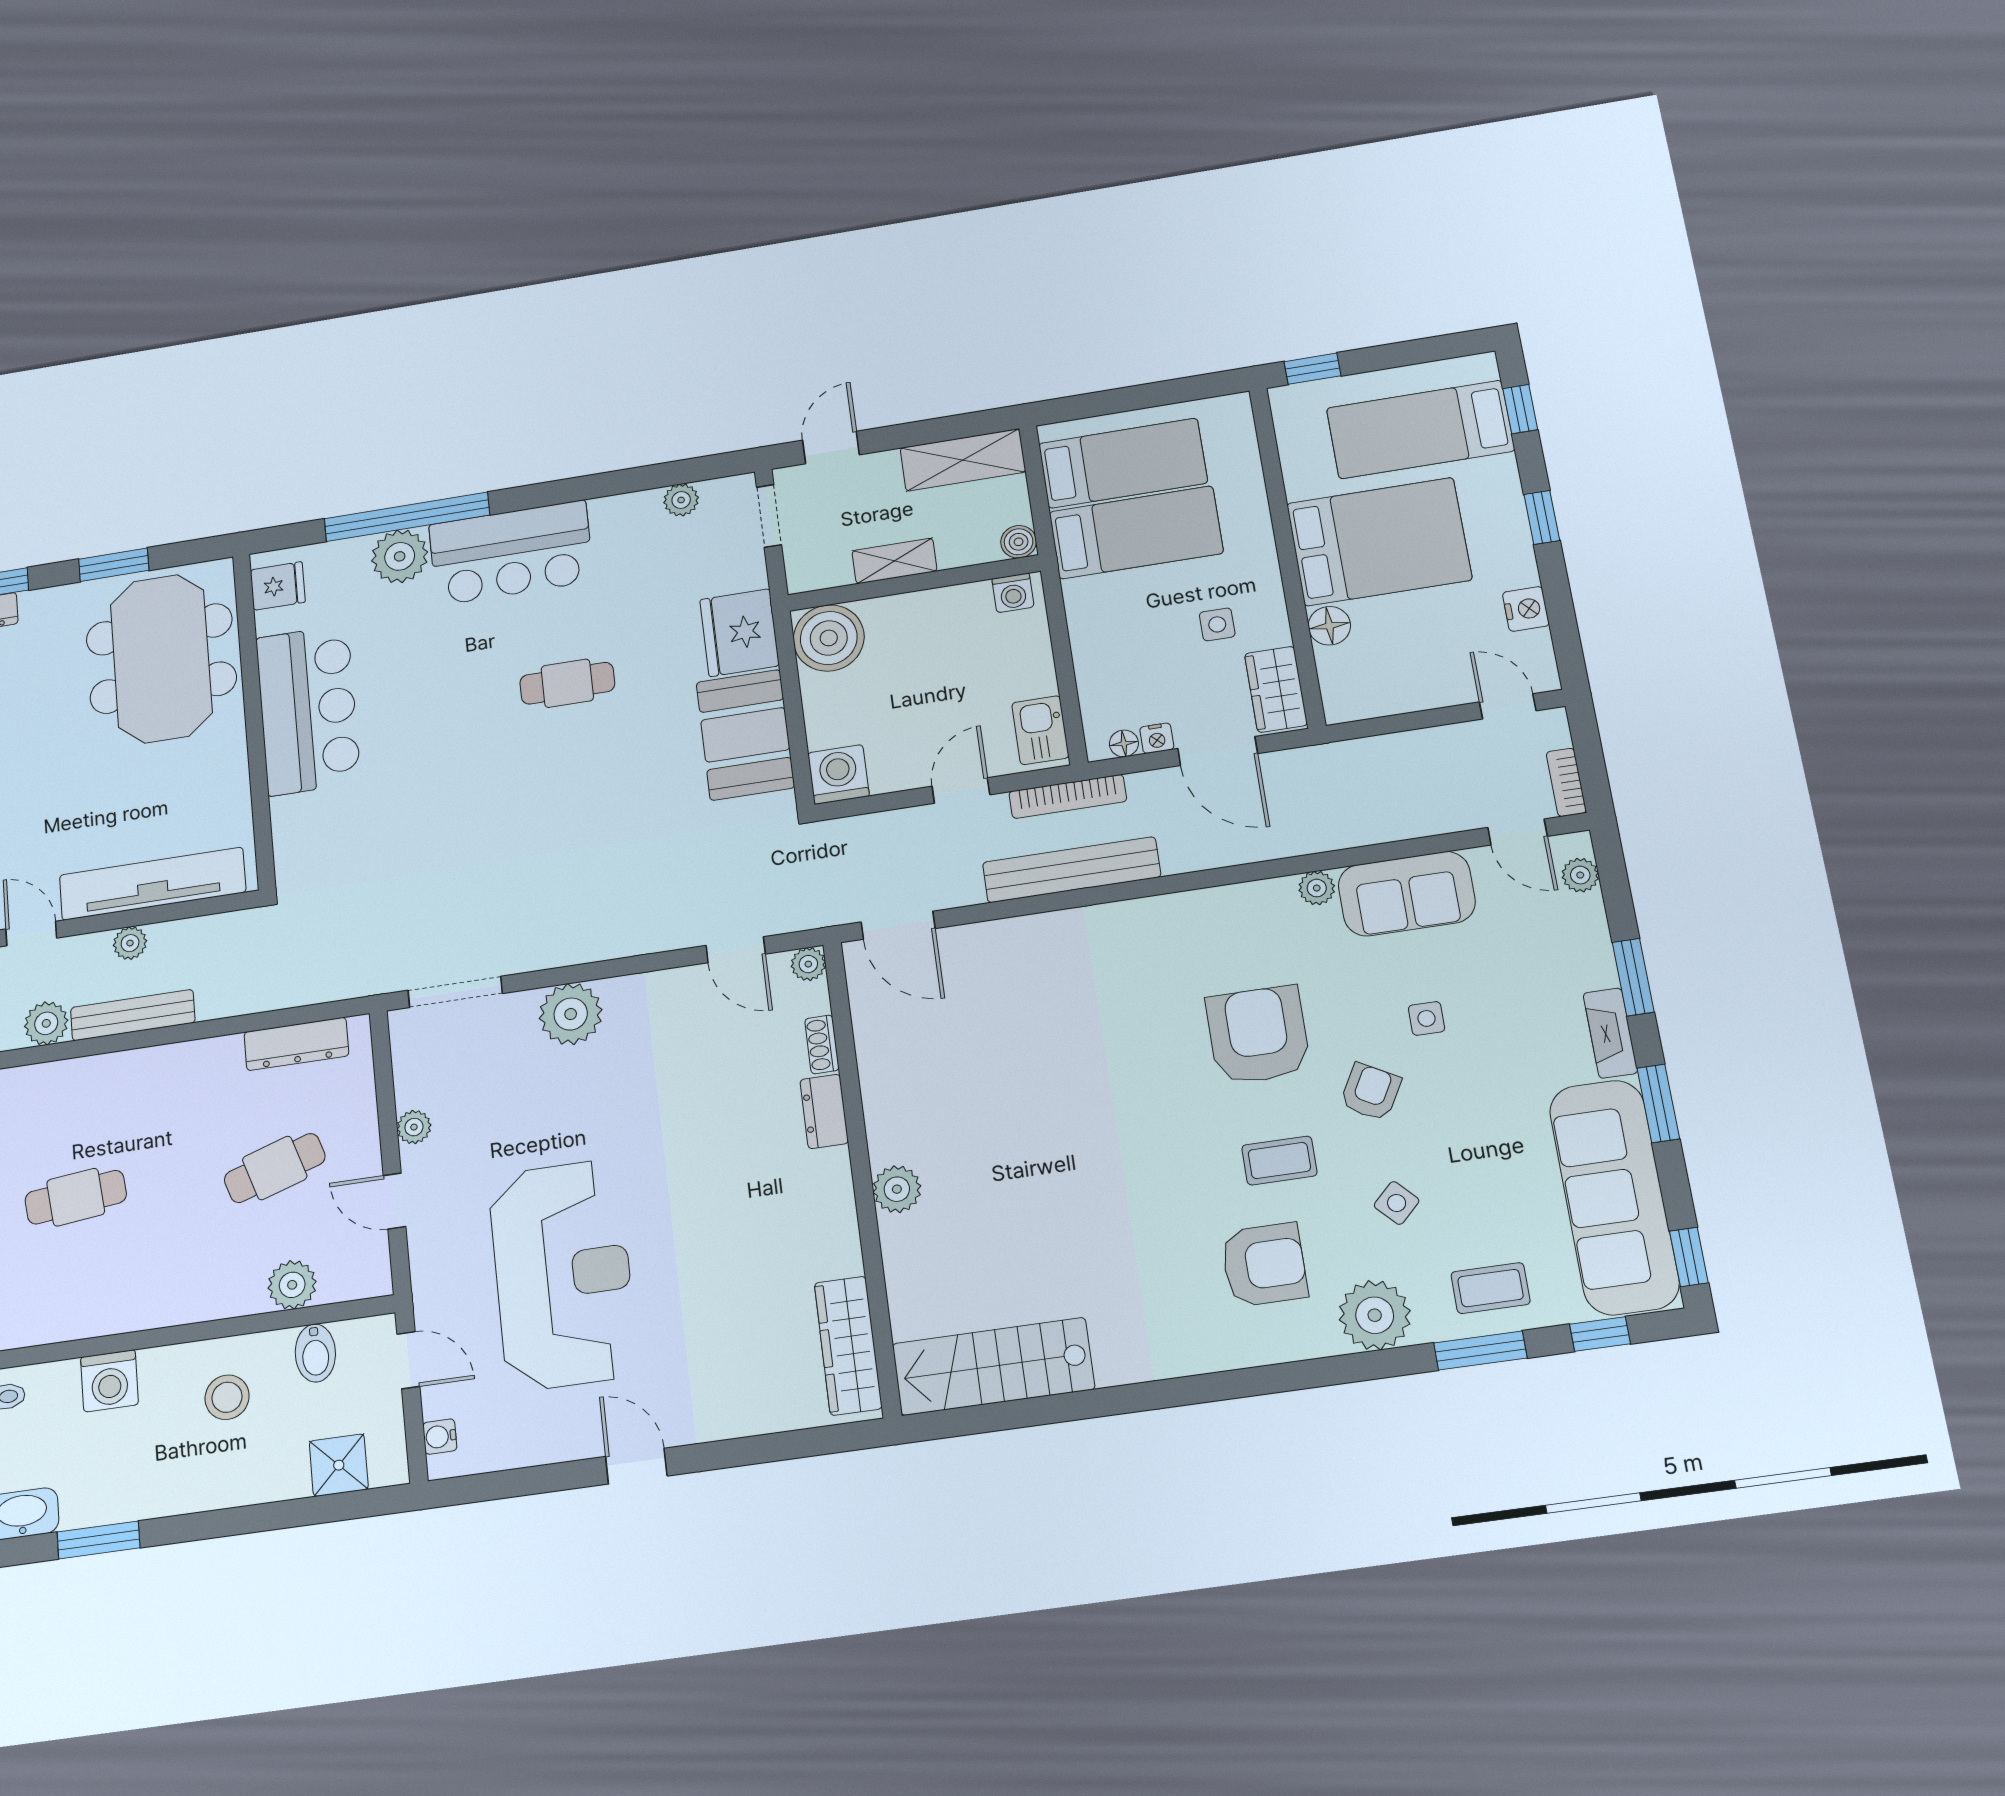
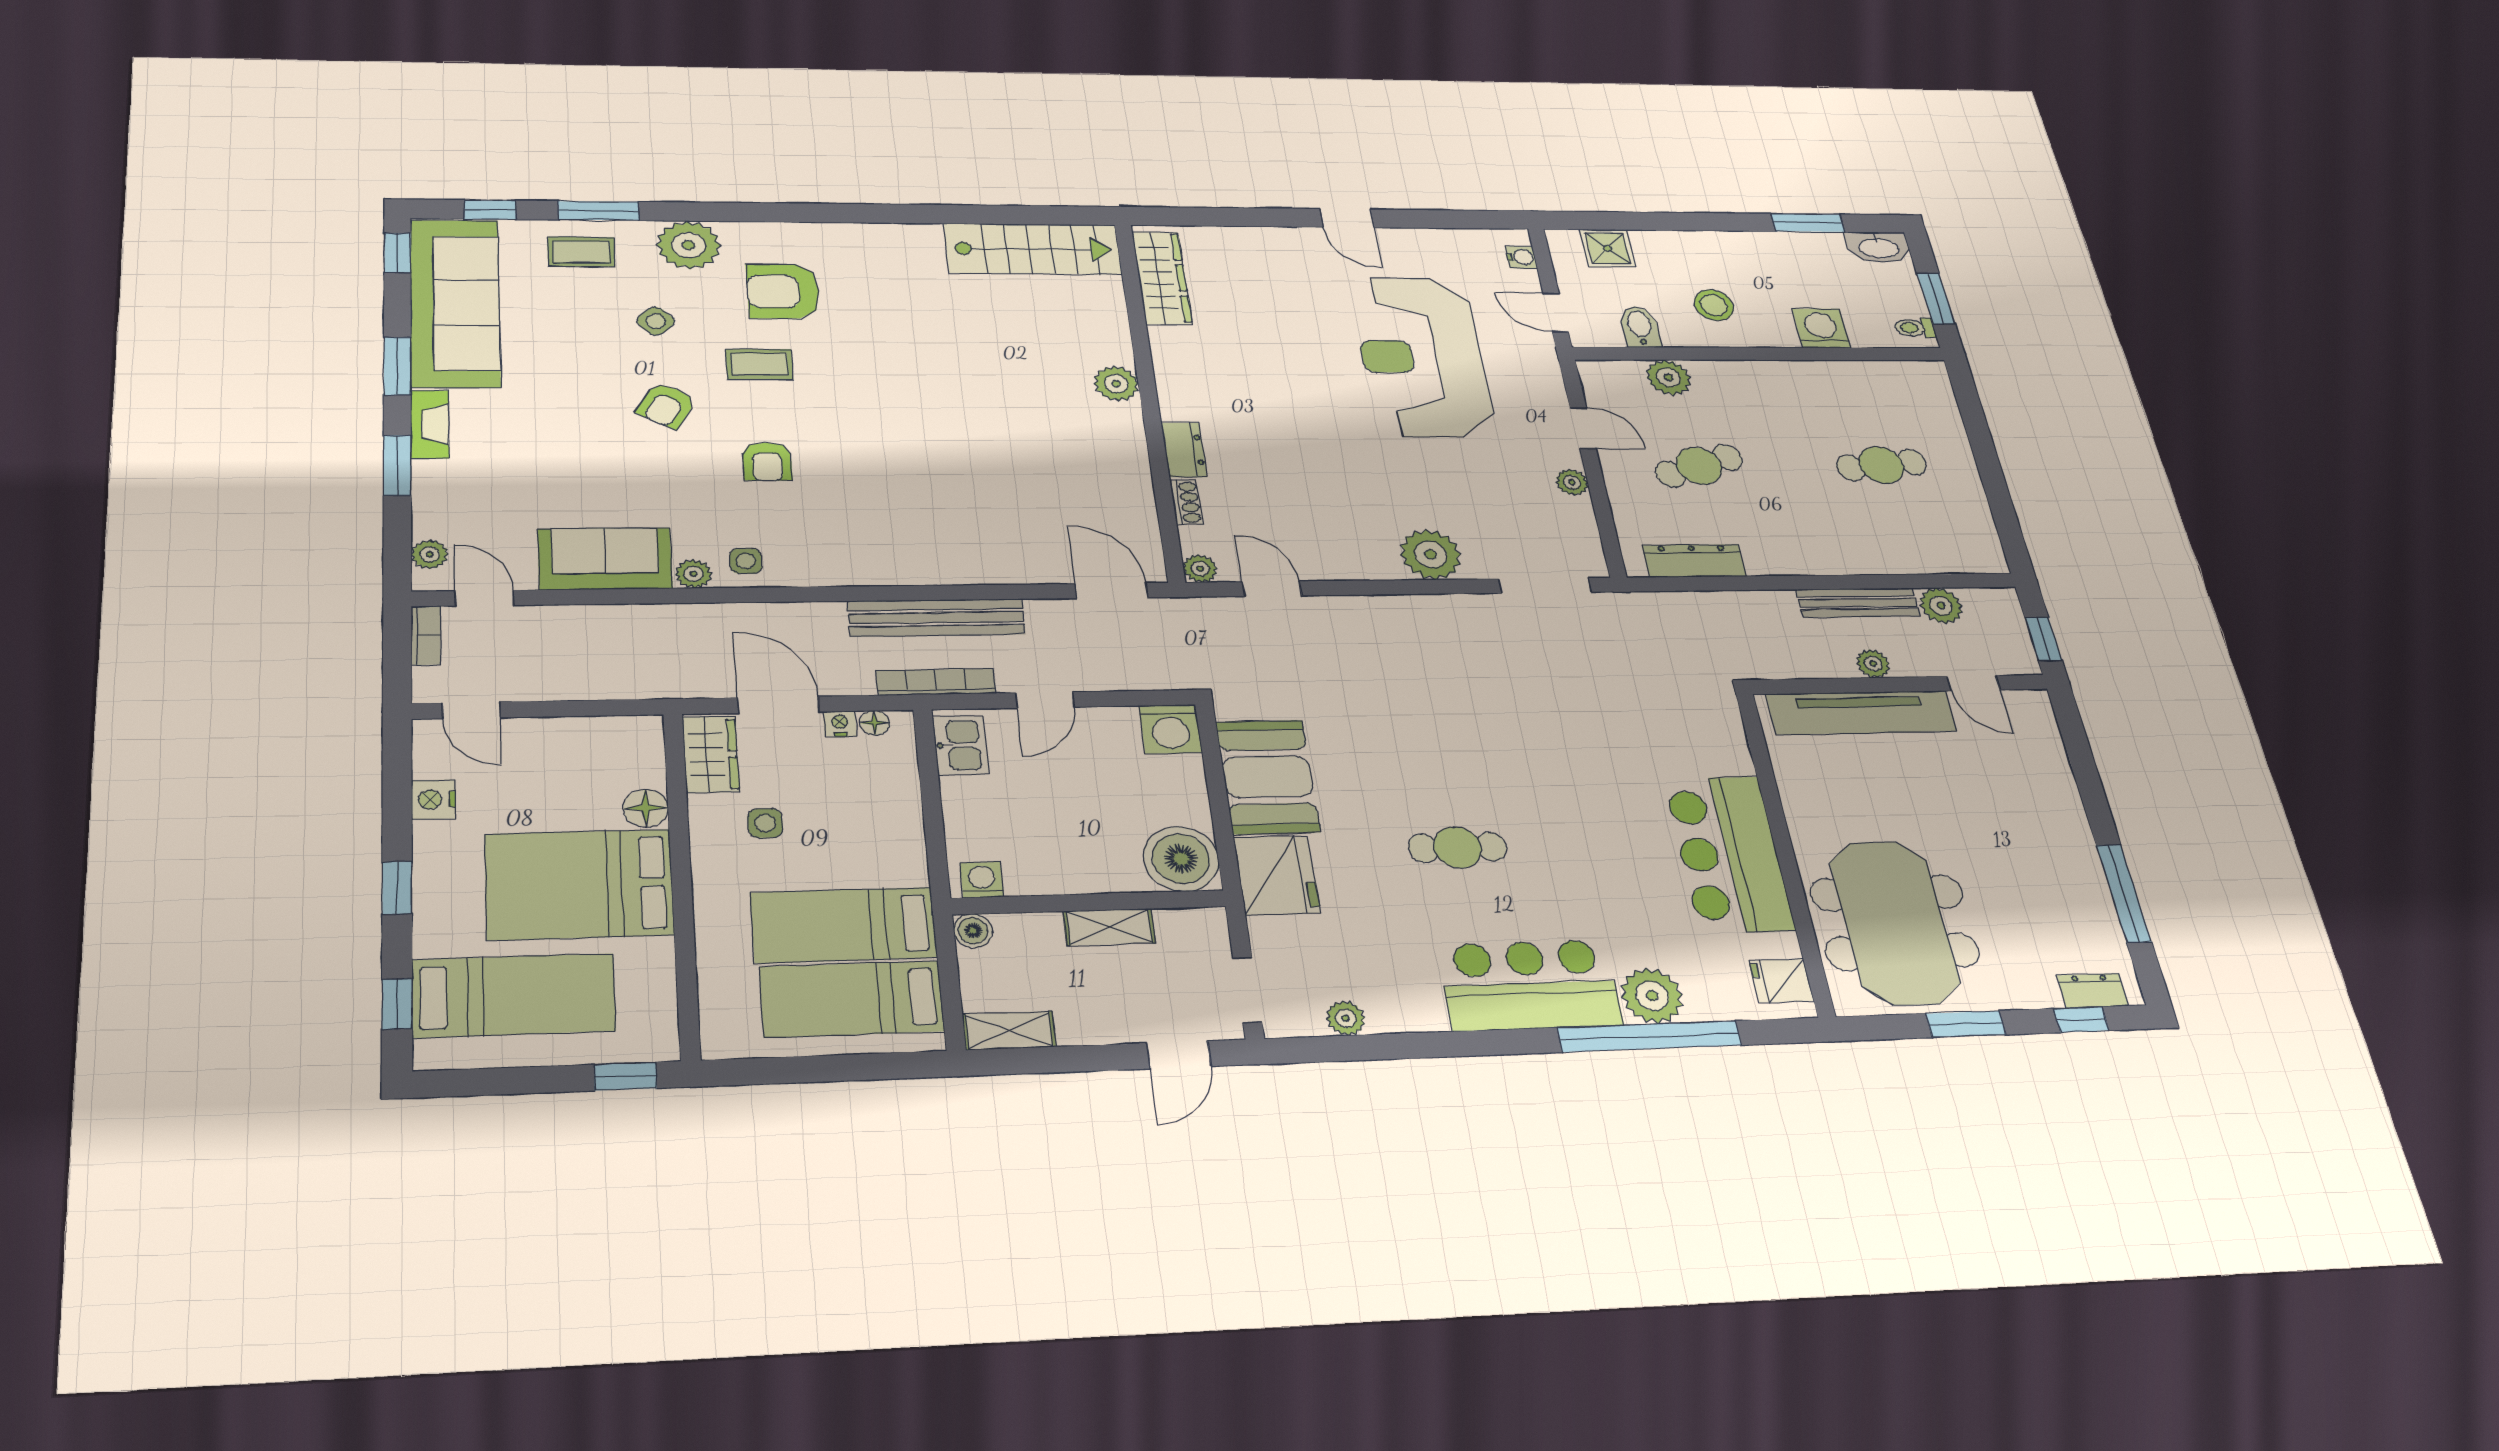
shelving: (963, 460) -> (1009, 1031), width x0.67, depth x0.75
side table: (1427, 1018) -> (746, 561), moved
armchair: (1258, 1035) -> (767, 462), width x0.53, depth x0.53

